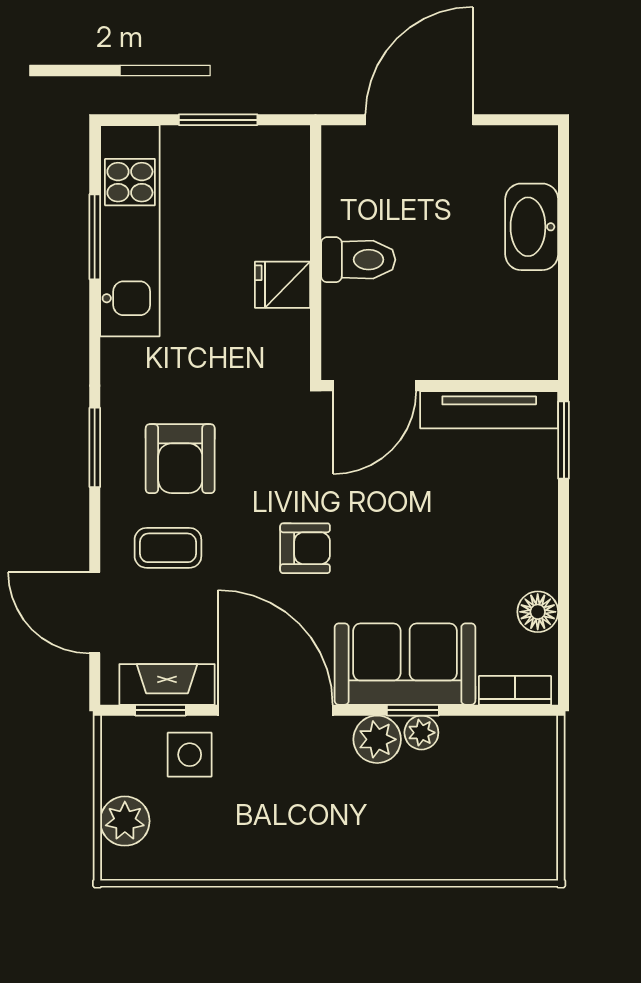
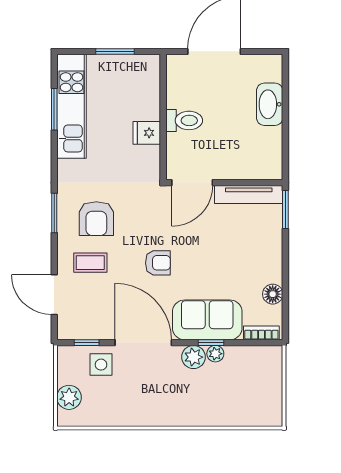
fireplace: (167, 684) -> (90, 330), removed

